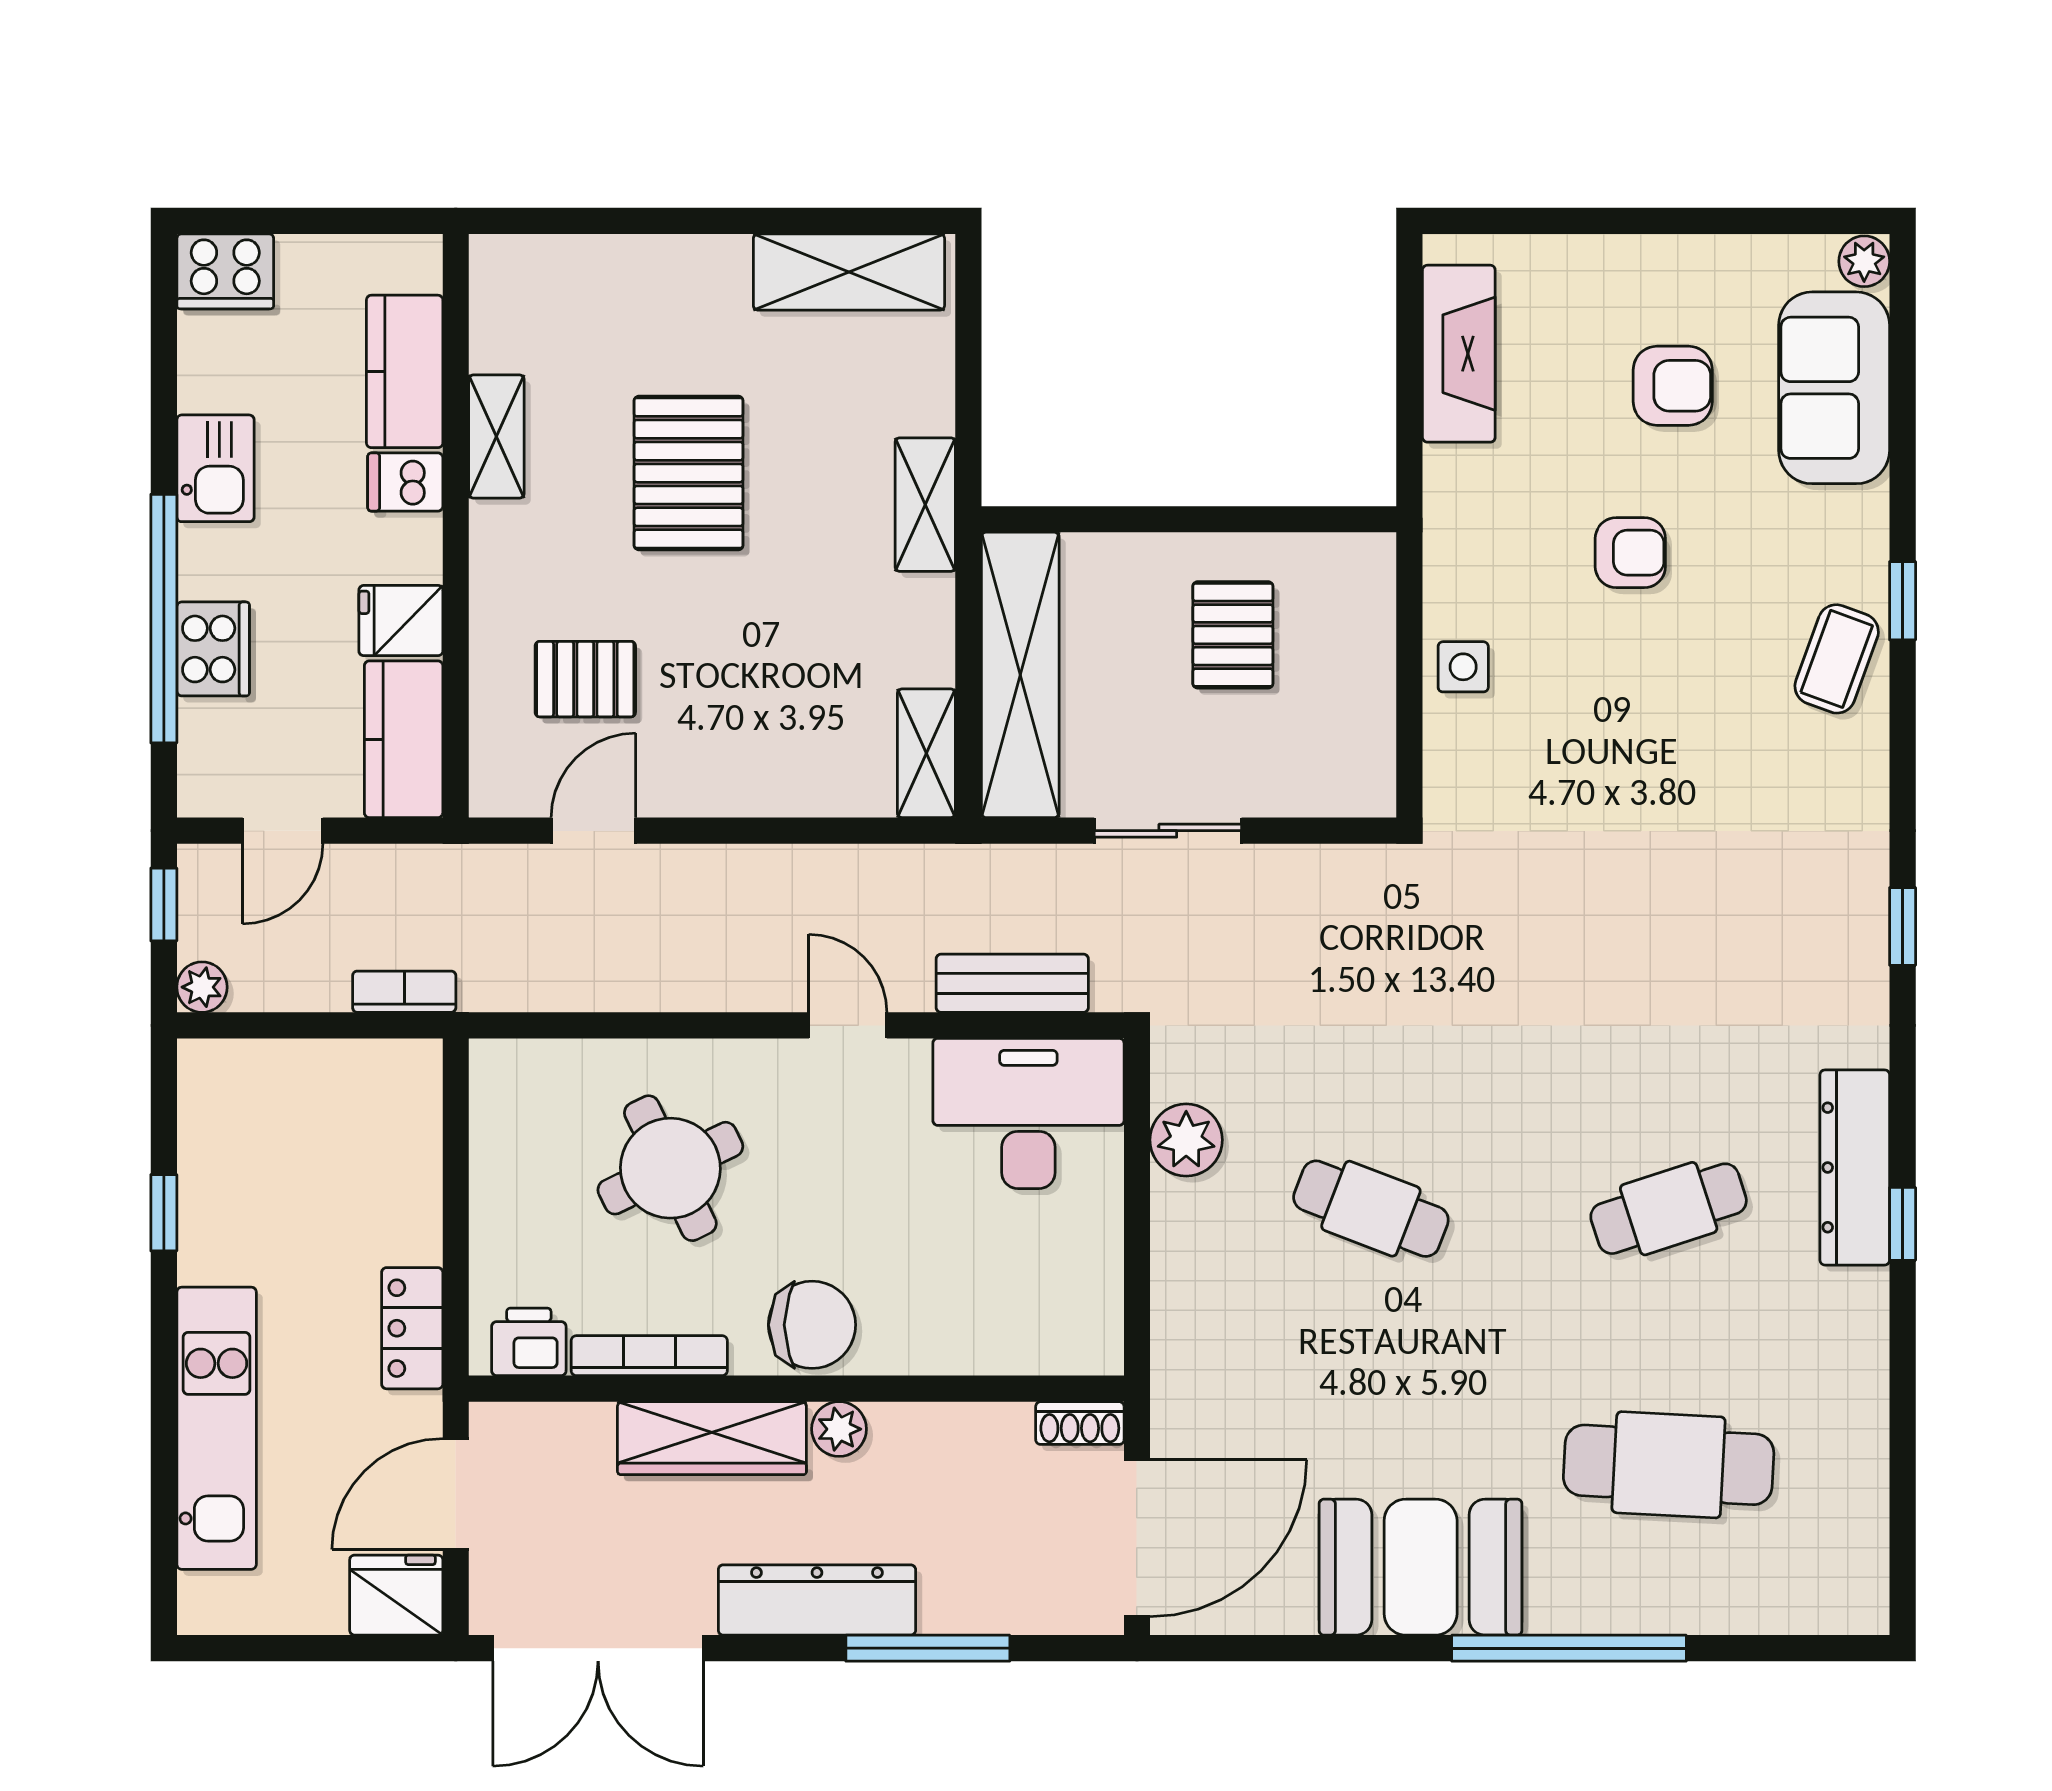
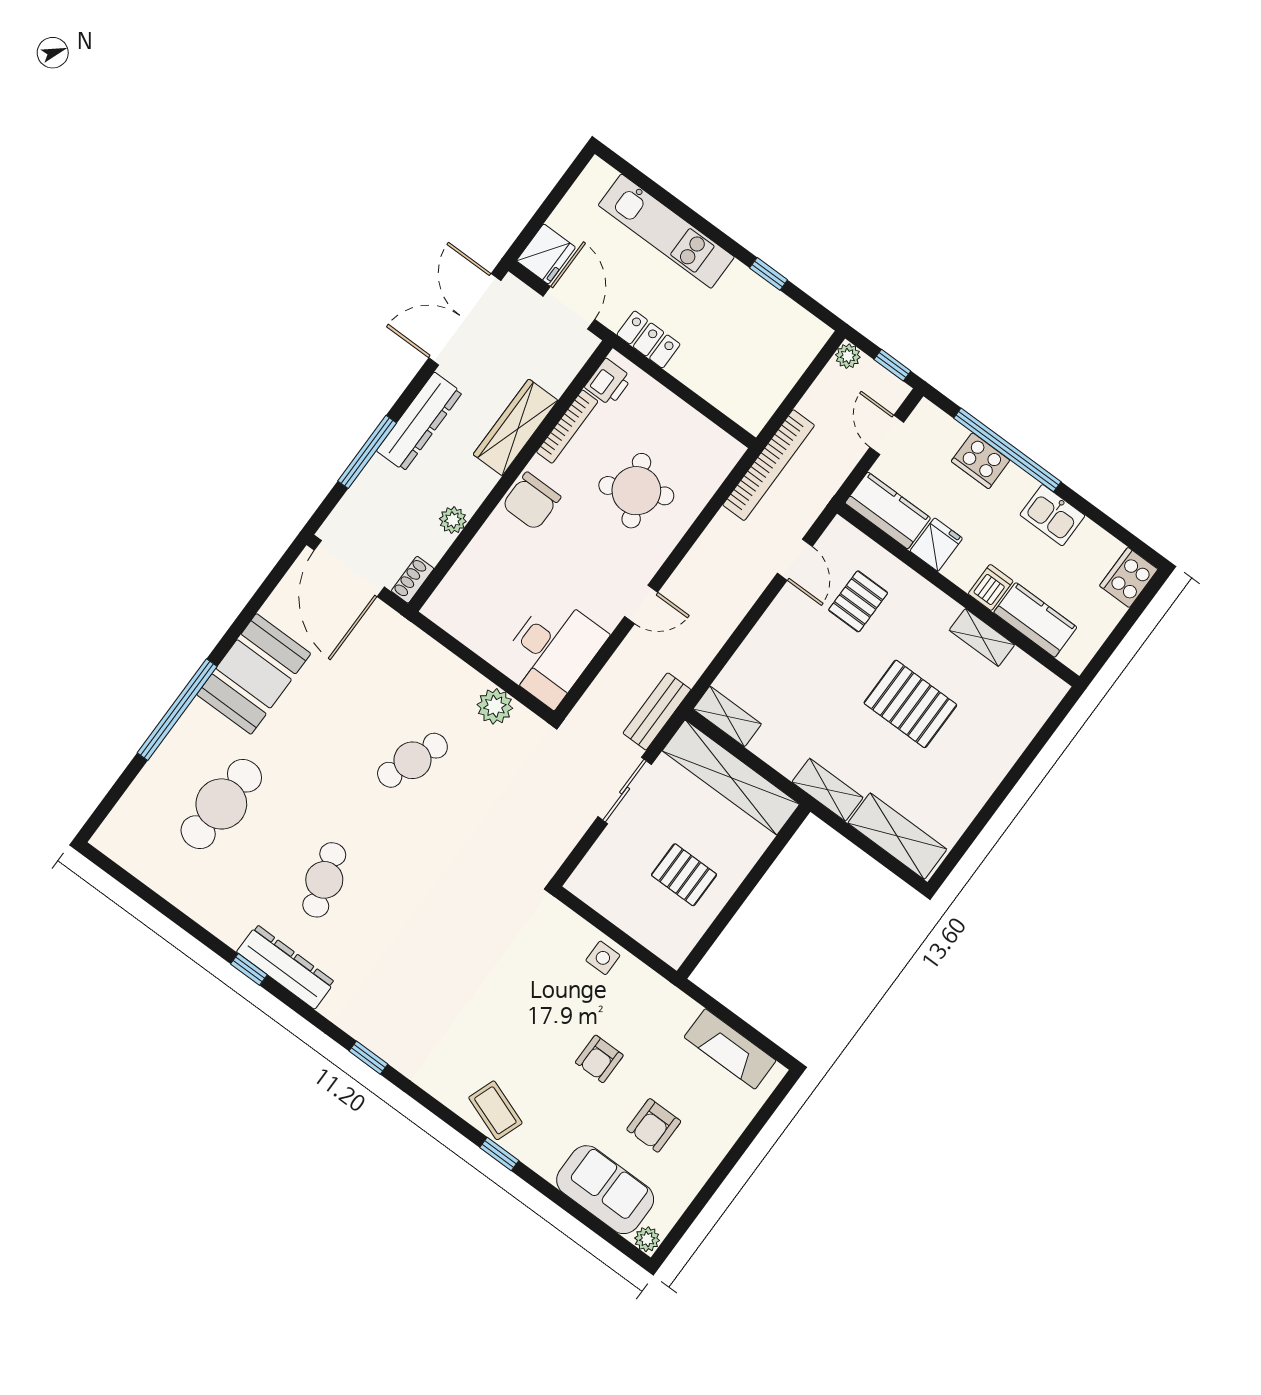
shelving: (849, 272) -> (897, 836), moved, turned 90
bench: (1012, 983) -> (657, 711), moved
bookcase: (404, 992) -> (769, 465), width x2.31, depth x1.31
plant: (839, 1429) -> (453, 520), moved

